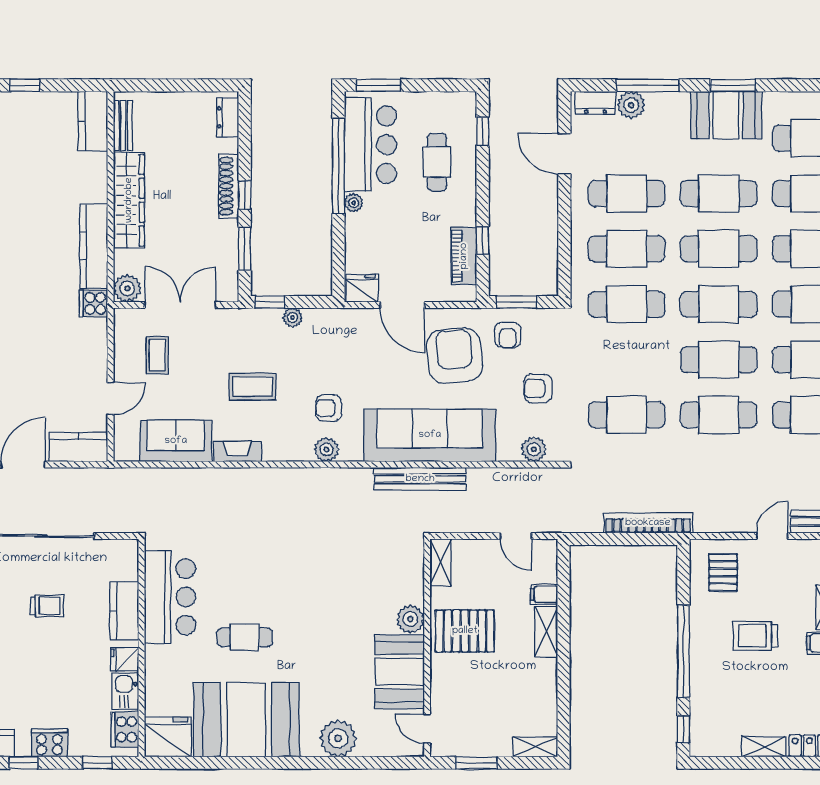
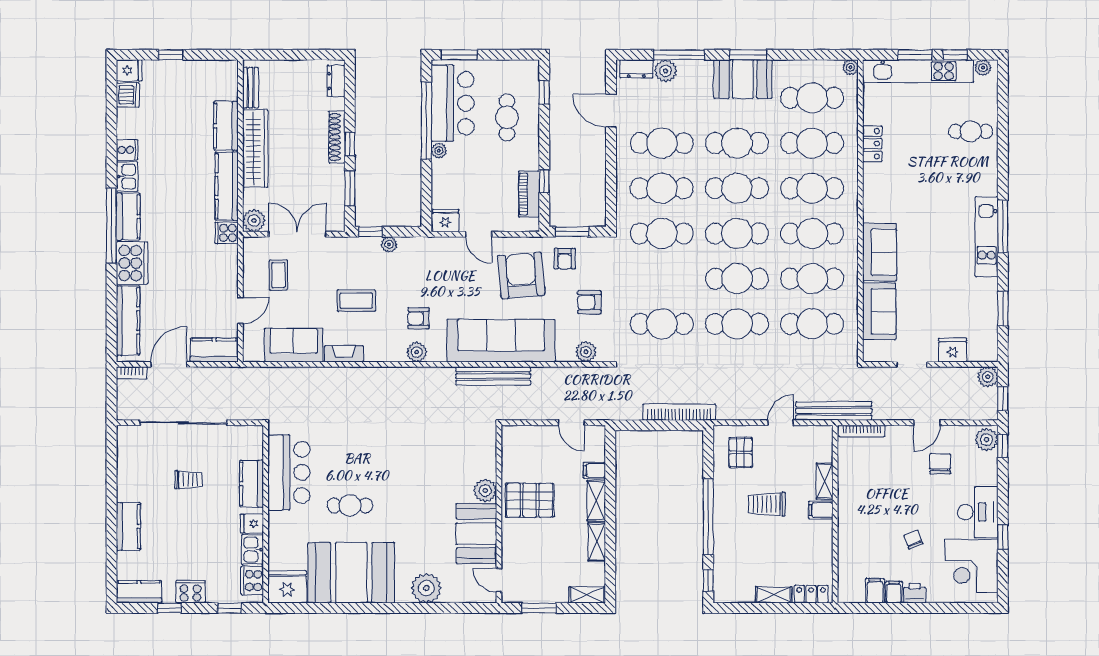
kitchen counter: (93, 121) -> (226, 126), moved
door: (402, 305) -> (479, 234), width x0.73
shelving: (441, 562) -> (597, 542), moved

